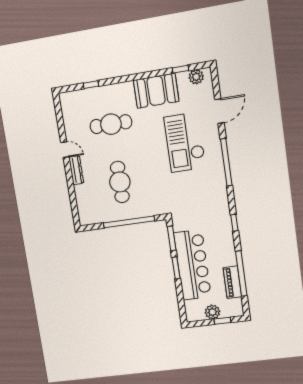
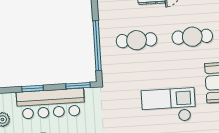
cafe table: (111, 124) -> (192, 37), turned 90
window: (176, 268) -> (33, 89), moved

